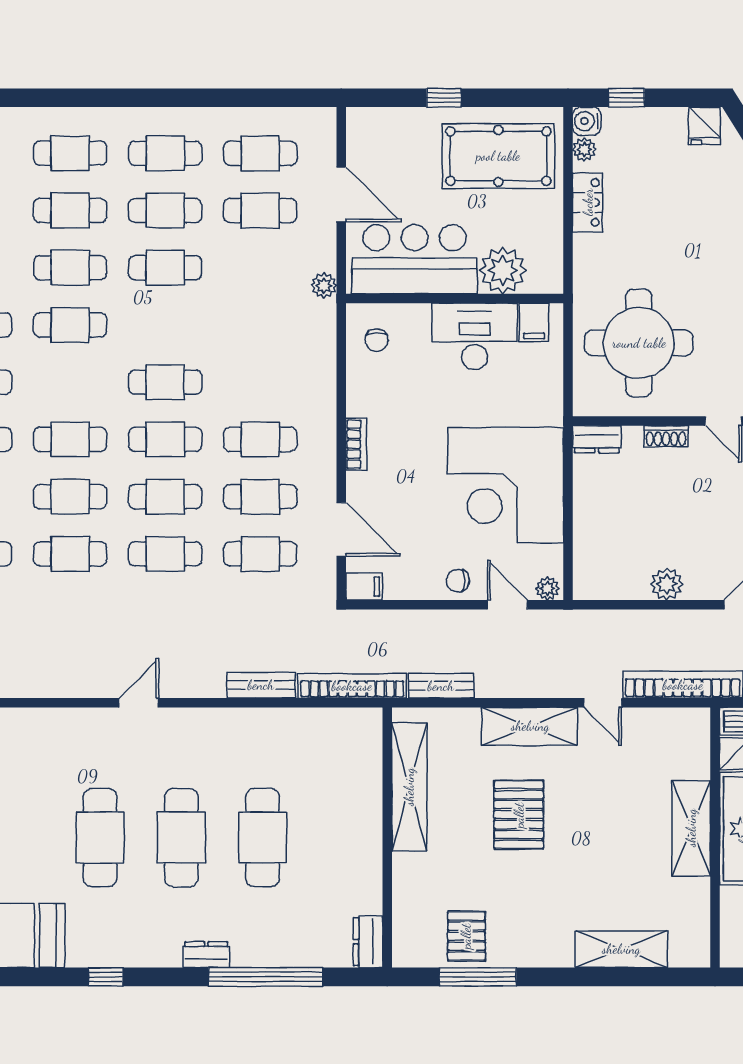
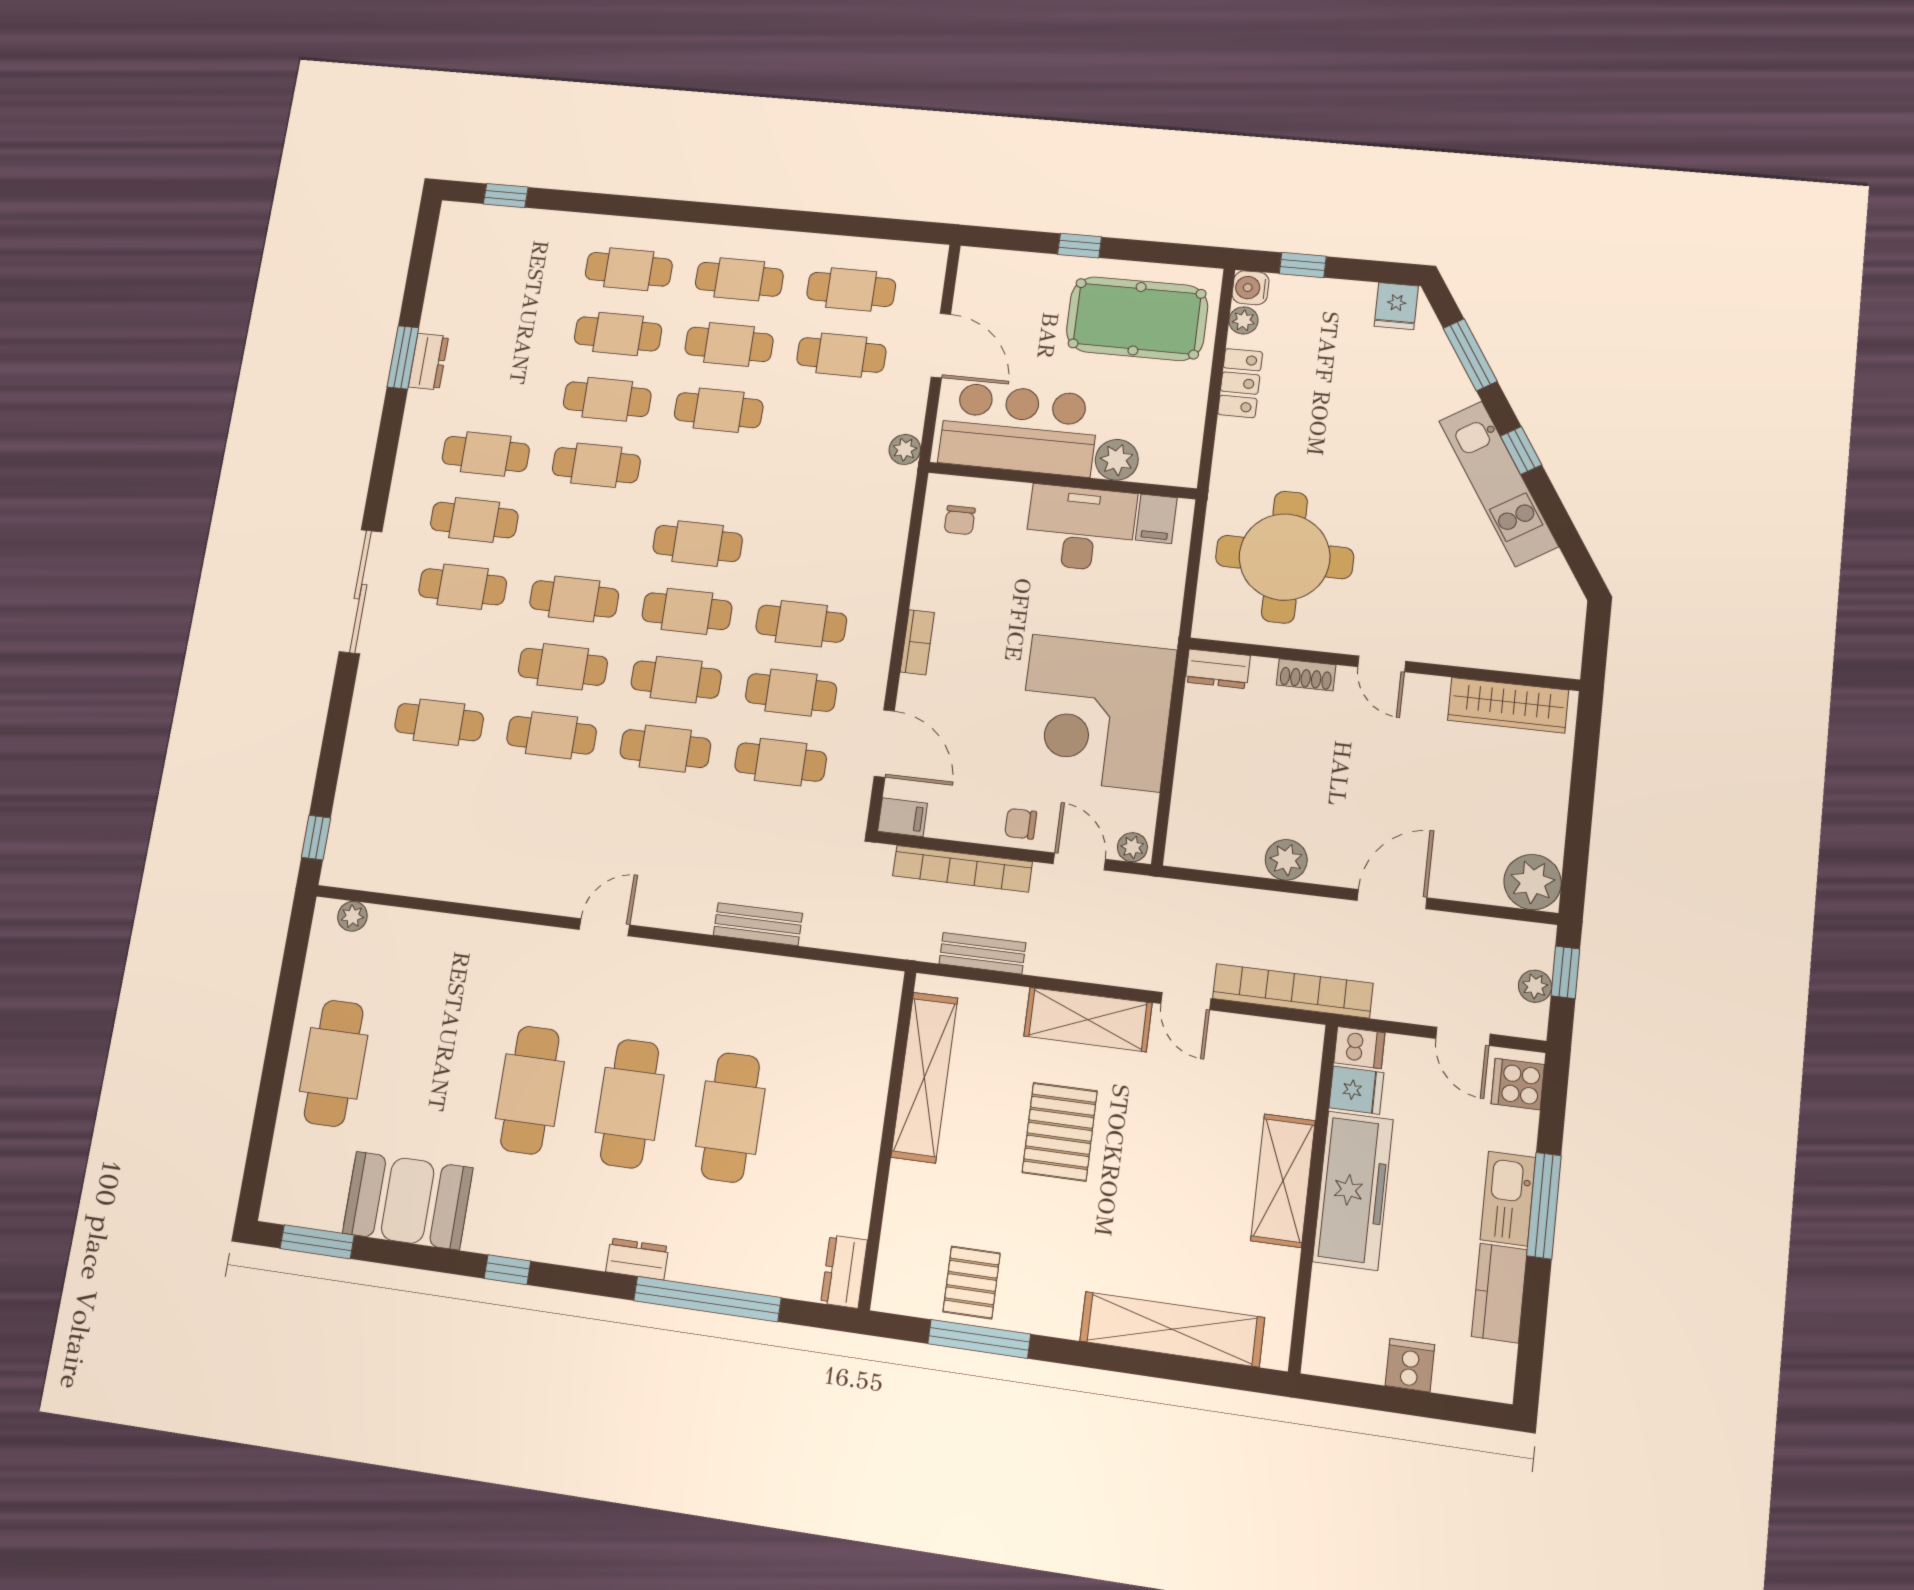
plant: (503, 270) -> (1117, 460), width x0.73, depth x0.73
bookcase: (352, 686) -> (962, 869), moved, turned 180
shelving: (621, 949) -> (1172, 1329), width x1.47

